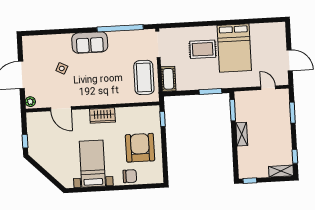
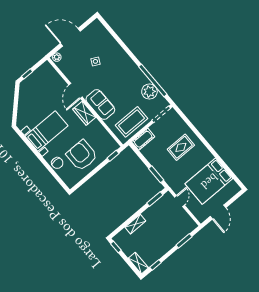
plant: (128, 39) -> (149, 92), added
sofa: (90, 43) -> (100, 104), moved, turned 180
bed: (234, 48) -> (209, 181), moved
rug: (203, 49) -> (181, 147), turned 90
door: (268, 88) -> (180, 201), moved
door: (61, 109) -> (76, 91), moved
shelving: (242, 134) -> (135, 224), moved
armchair: (140, 148) -> (82, 155), turned -90

